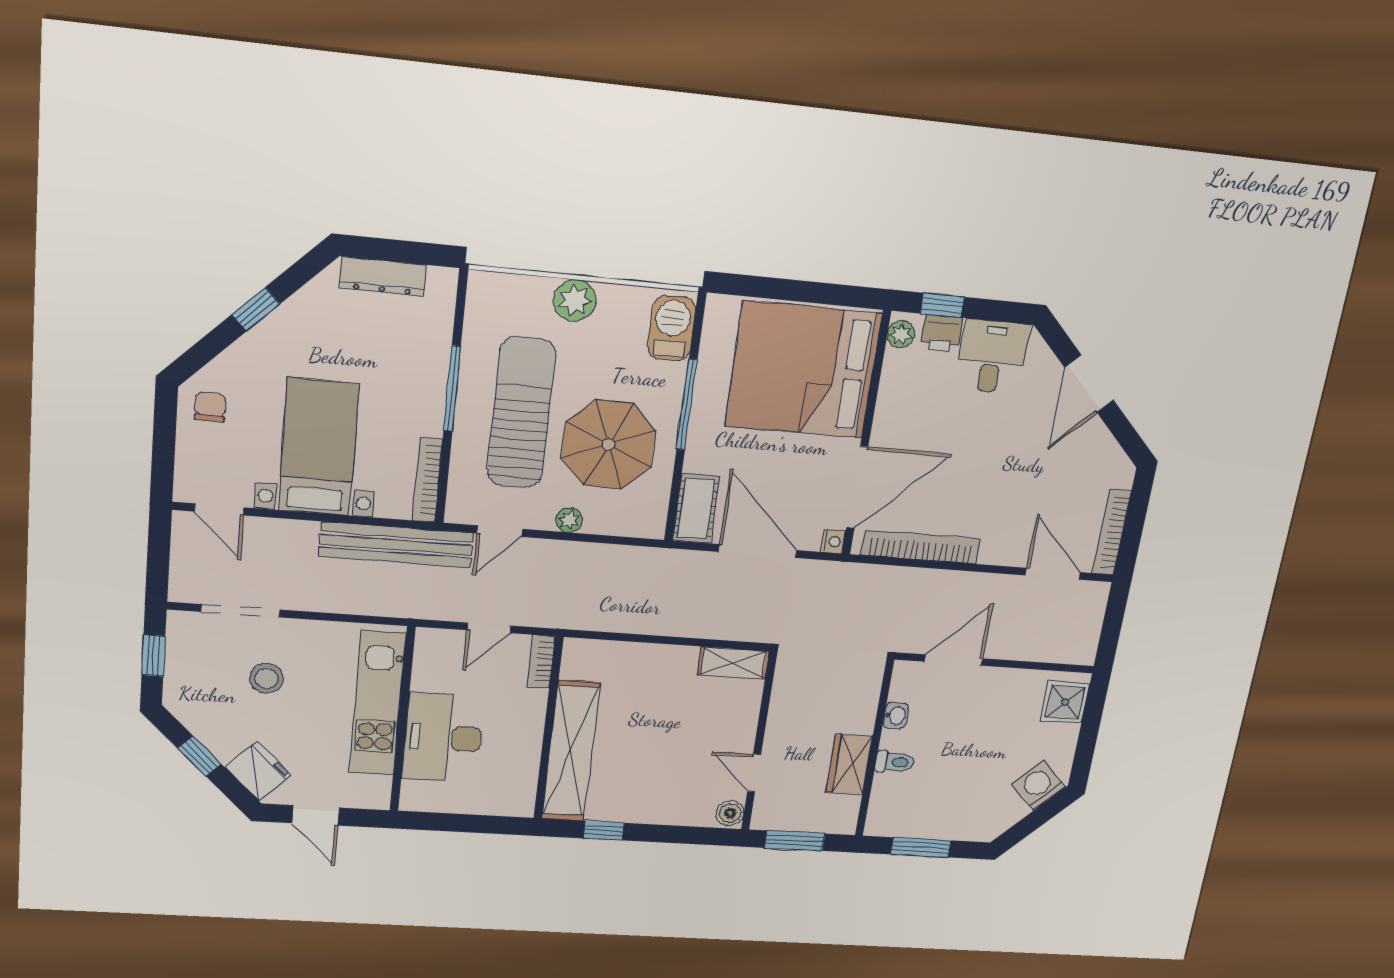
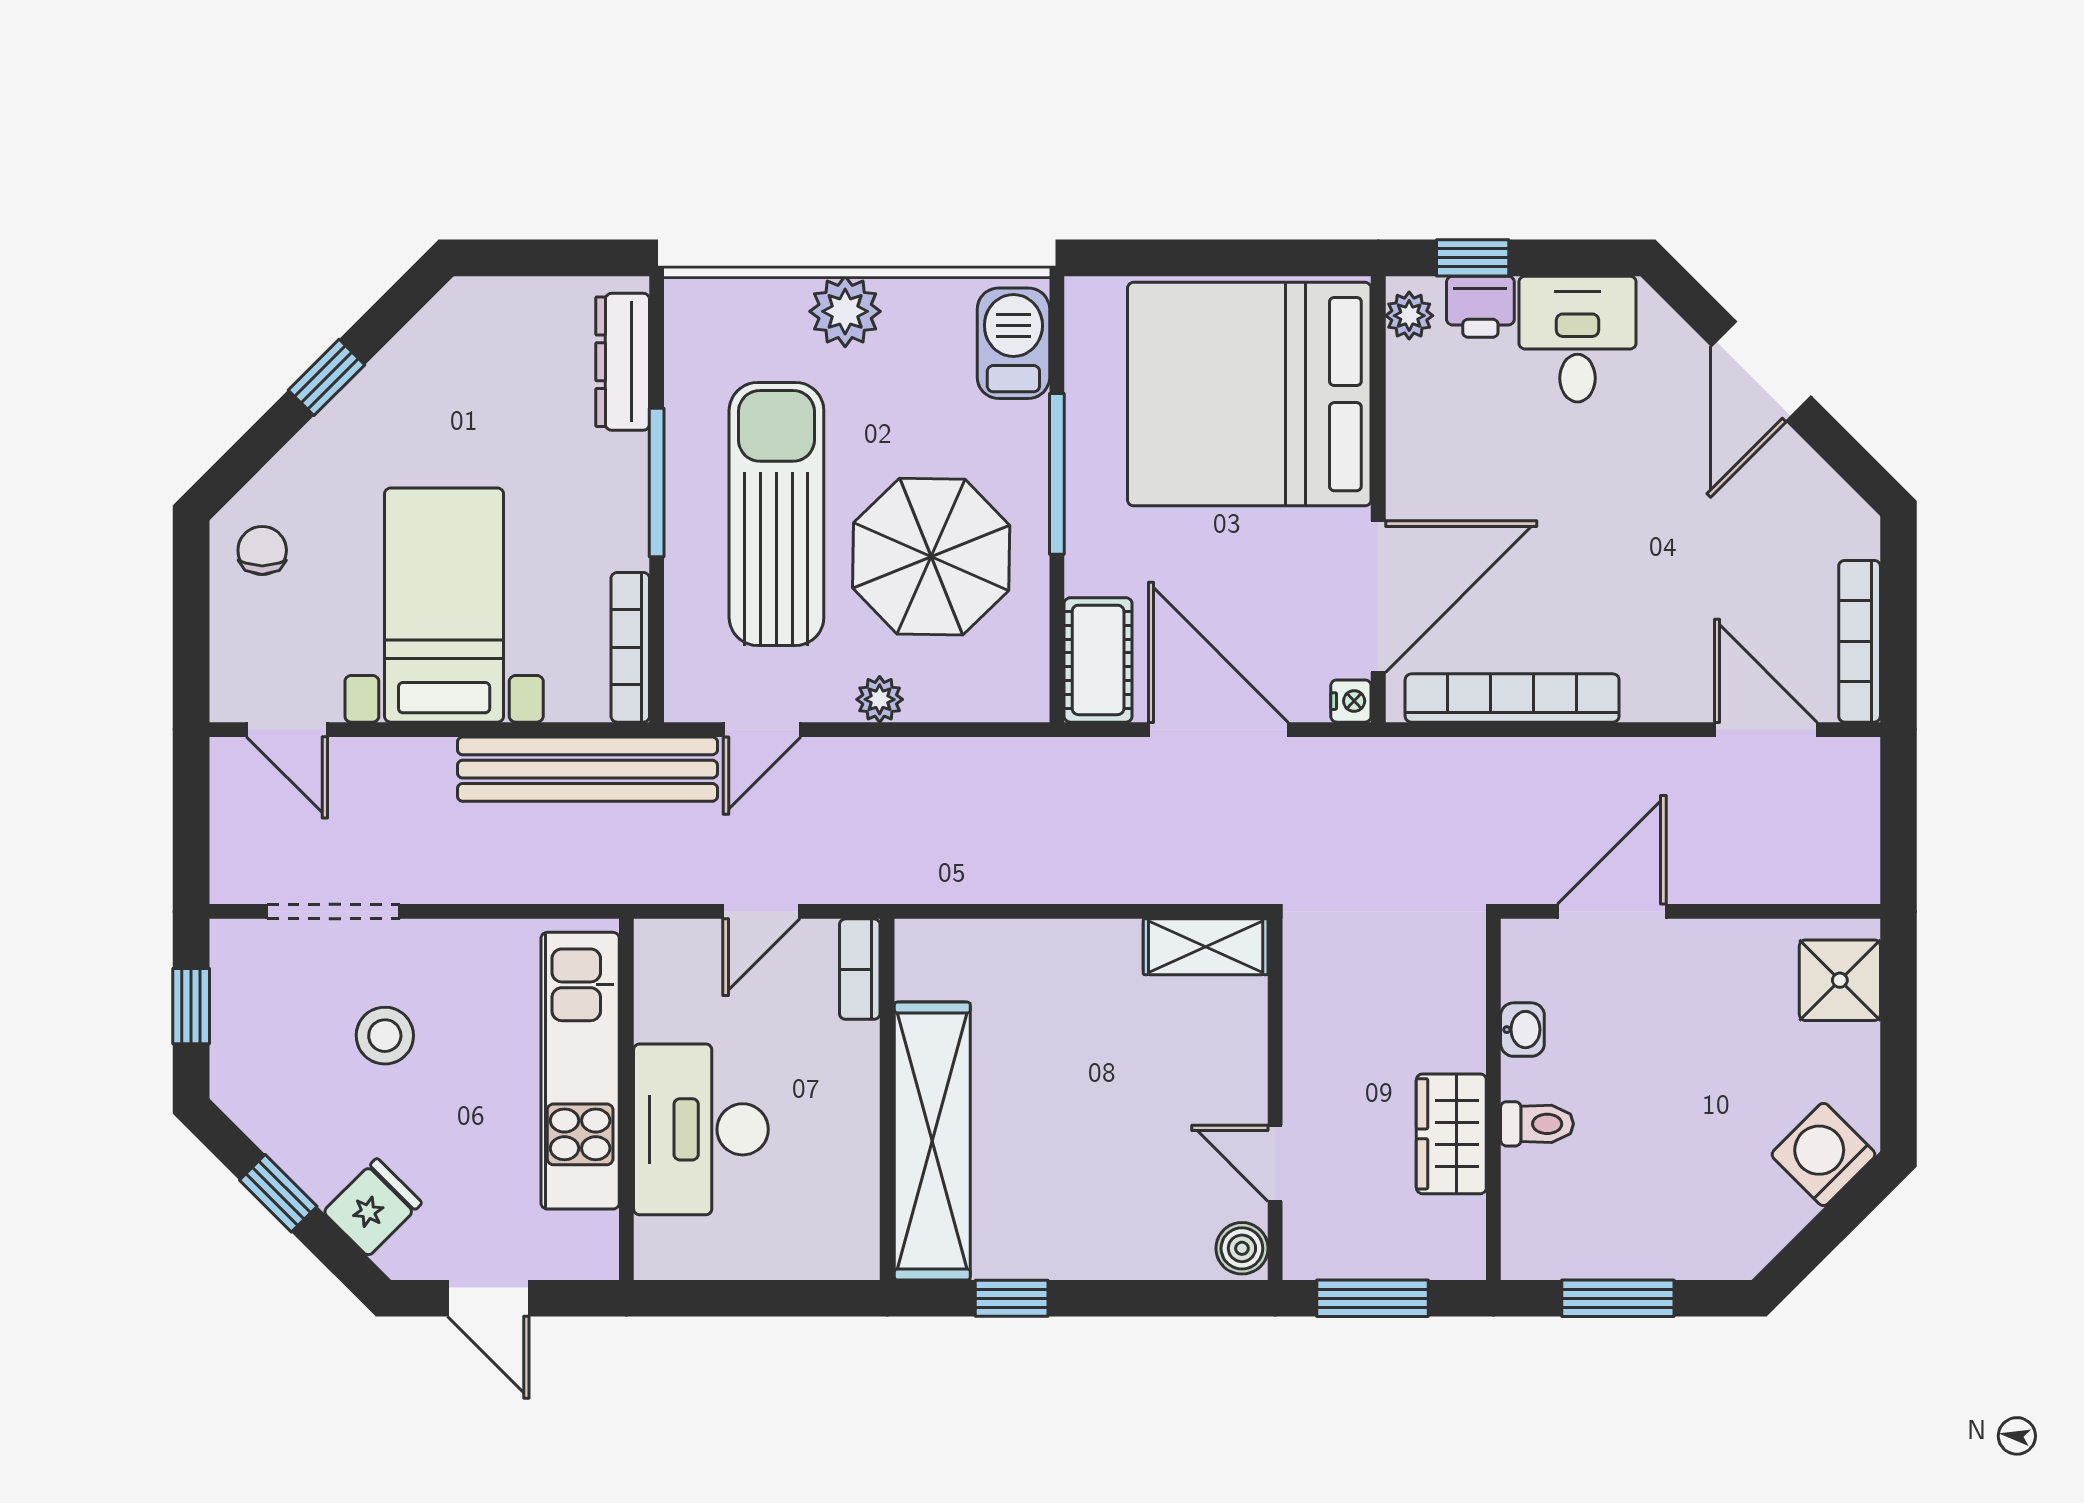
dresser: (383, 277) -> (623, 362), moved, turned 90
fridge: (258, 771) -> (373, 1207), width x0.72

